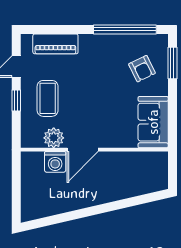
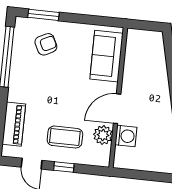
sofa: (153, 122) -> (106, 56), moved, turned 90
door: (83, 150) -> (117, 109), swing flipped

